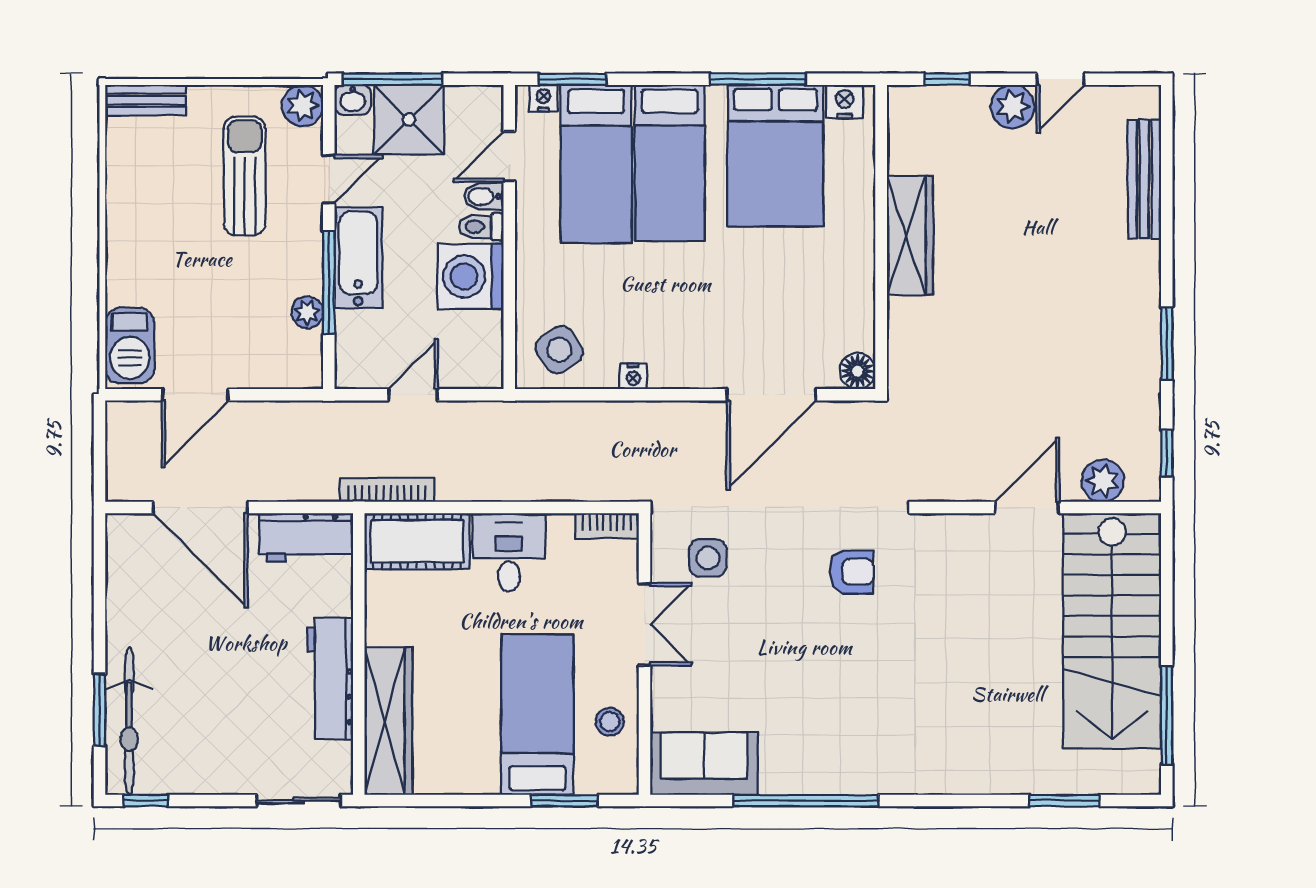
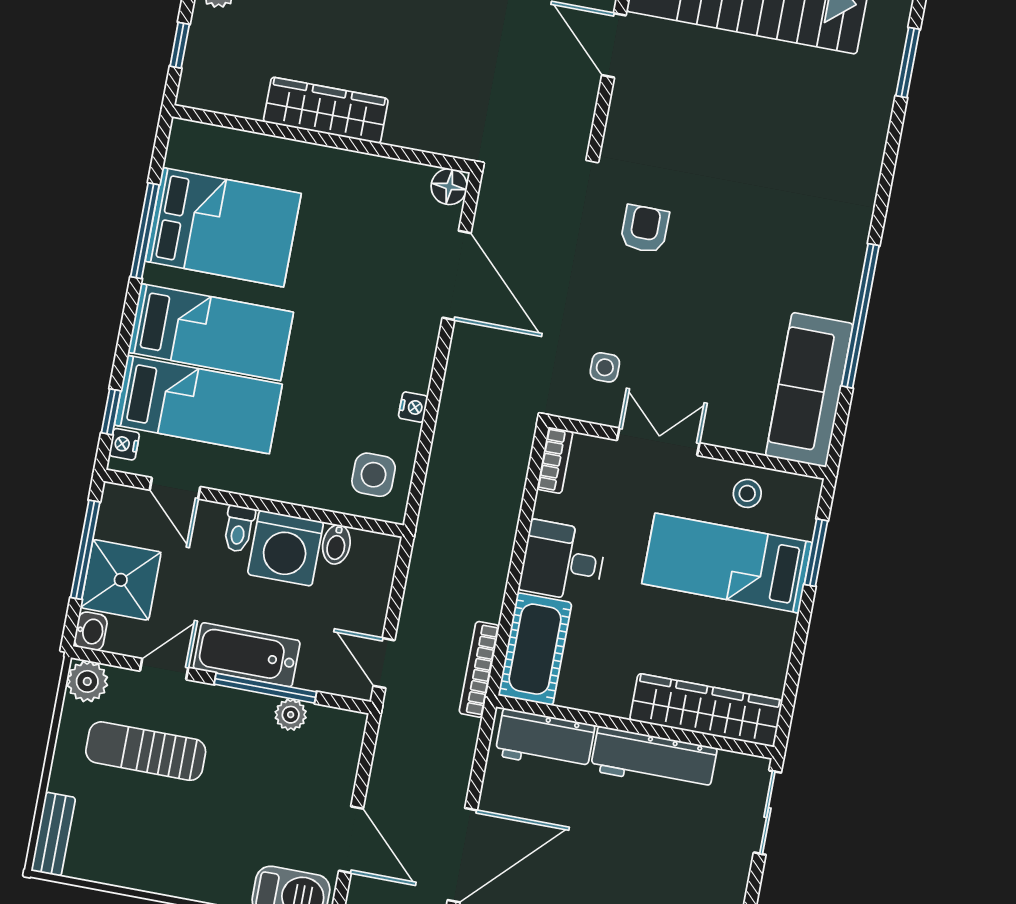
window: (392, 79) -> (85, 550), moved
window: (573, 79) -> (111, 412), width x0.67
nightstand: (845, 102) -> (183, 150), removed
door: (329, 179) -> (164, 669), hinge flipped
bidet: (484, 196) -> (336, 544), moved
side table: (559, 350) -> (374, 475), turned 34
door: (413, 395) -> (384, 663), moved
workbench: (306, 537) -> (545, 740), moved, turned 90
side table: (708, 558) -> (605, 367), width x0.73, depth x0.73
sofa: (704, 764) -> (809, 390), width x1.36

